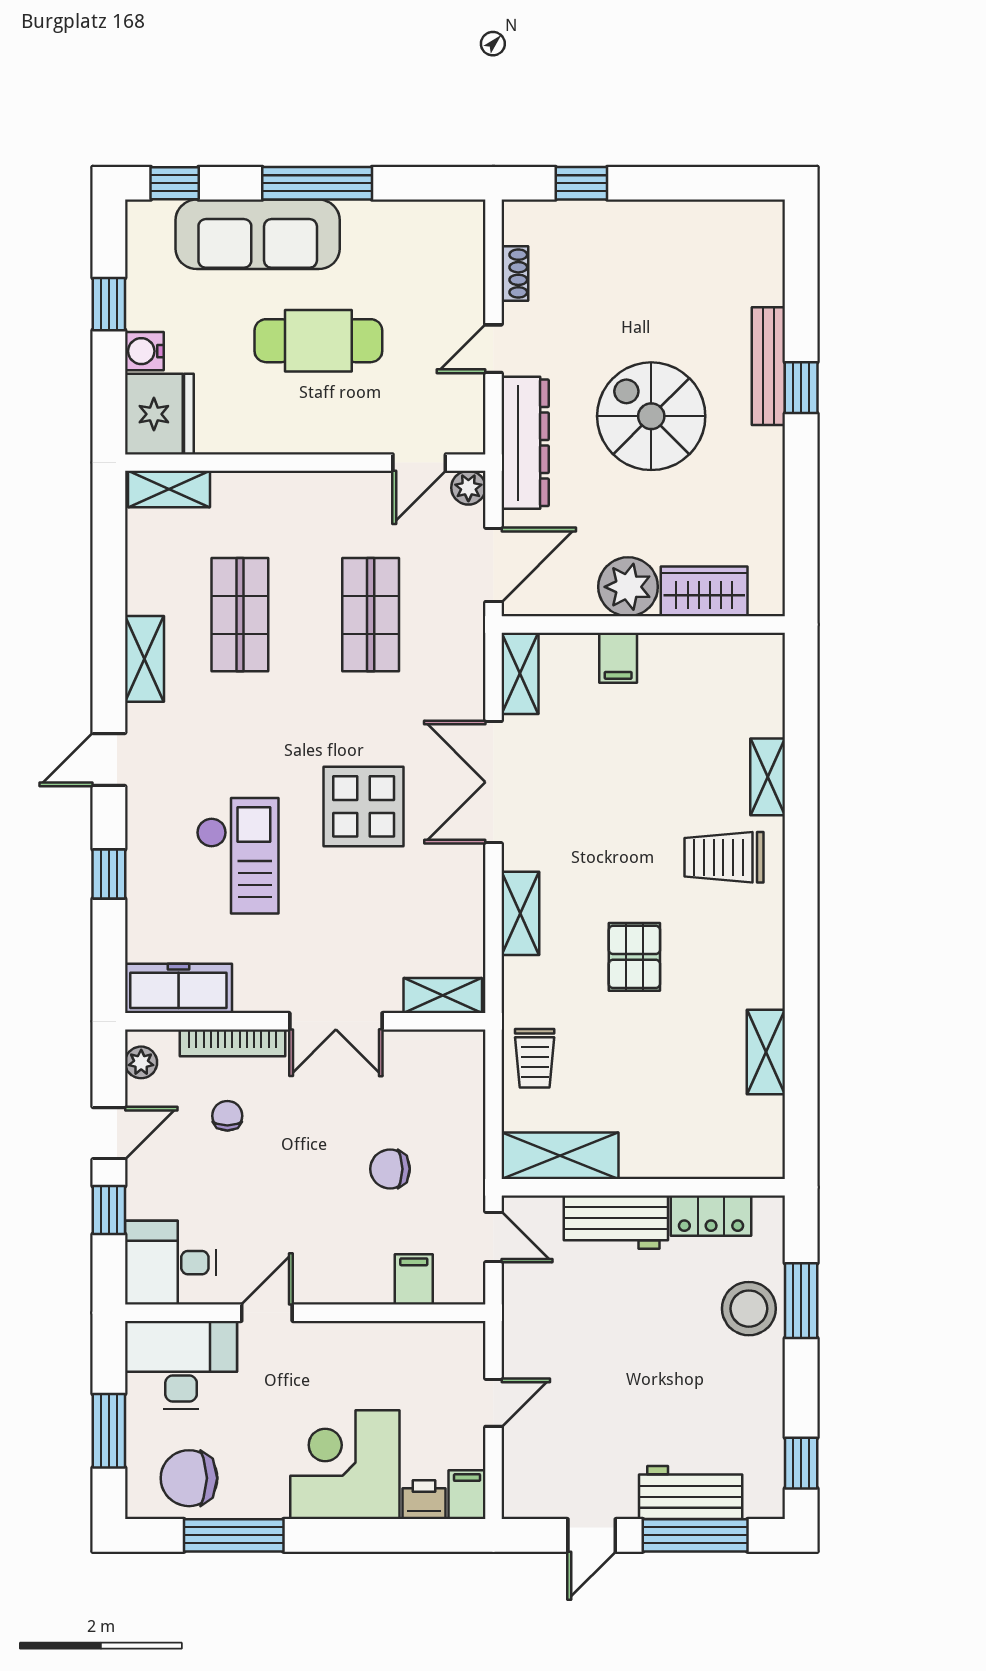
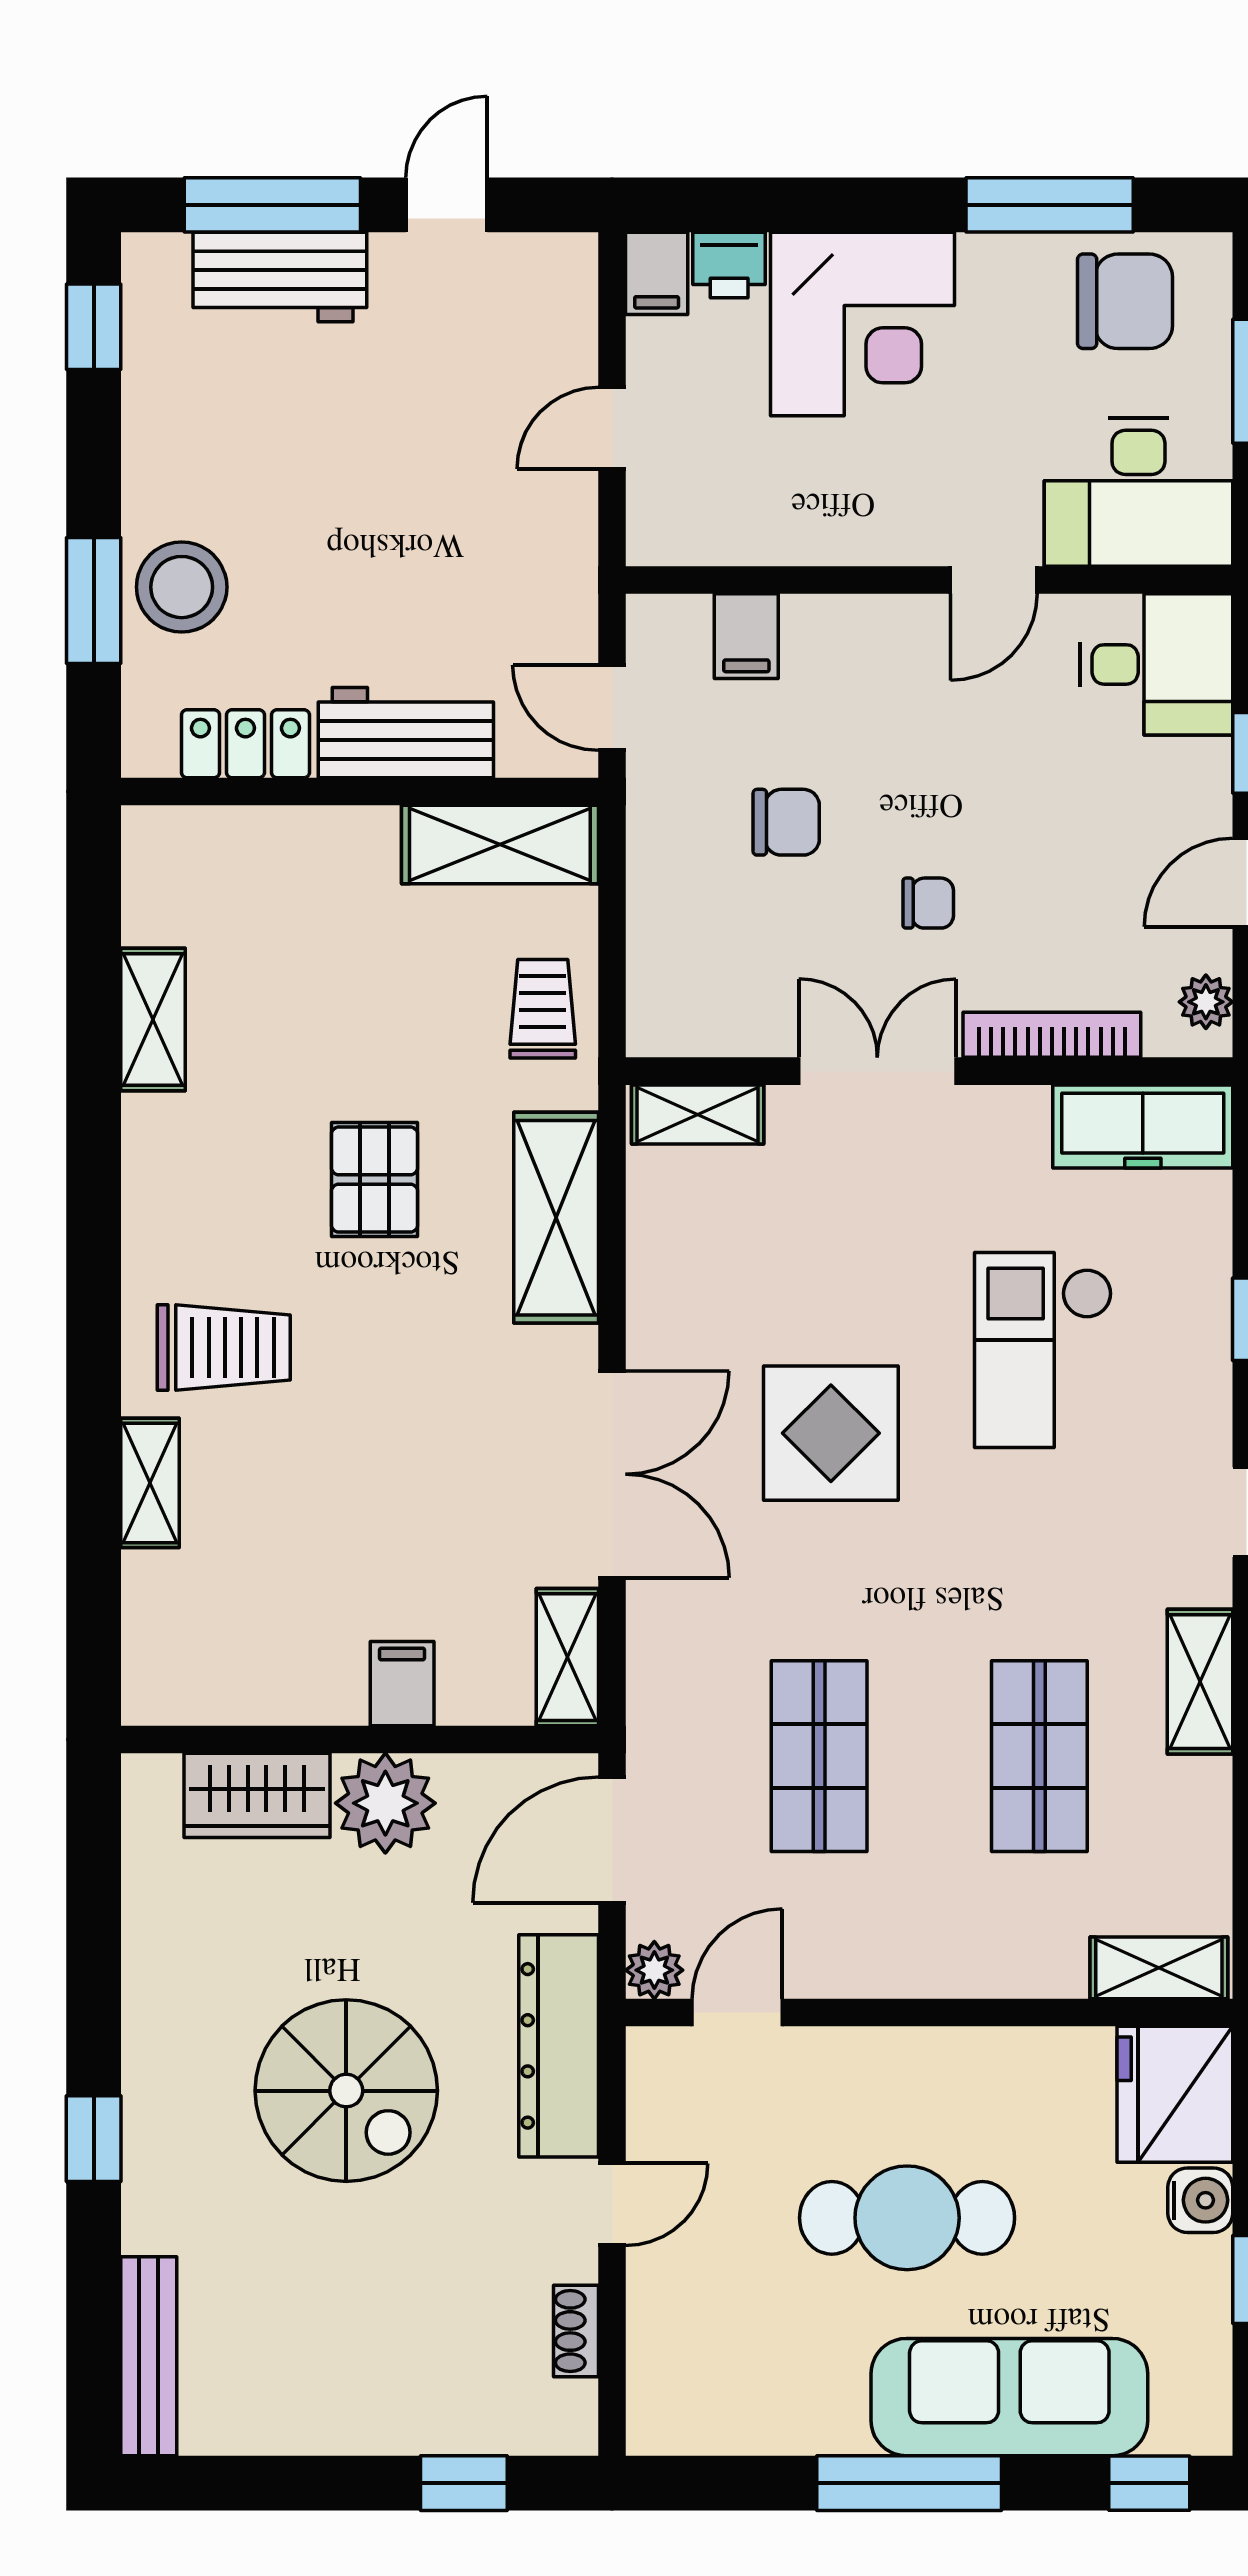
bench: (768, 366) -> (149, 2356), moved
shelving: (520, 913) -> (556, 1218), width x1.50, depth x1.33
chair: (227, 1116) -> (928, 903), moved, turned -90

